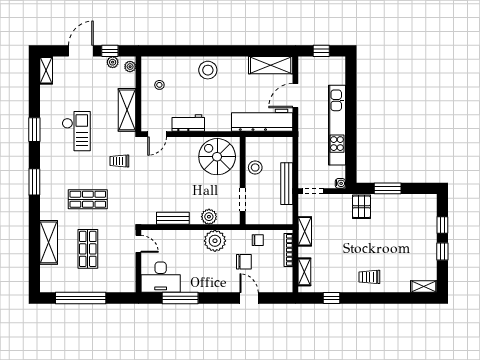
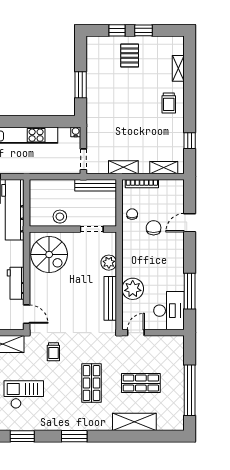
spiral stairs: (217, 157) -> (49, 254), turned -90
bench: (287, 184) -> (96, 185), moved
pallet: (361, 207) -> (130, 55), moved, turned 90
bench: (173, 218) -> (110, 298), width x1.36
plant: (215, 241) -> (133, 289), moved
shelving: (424, 287) -> (178, 68), moved

